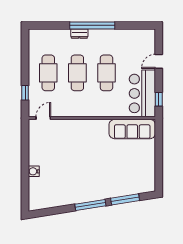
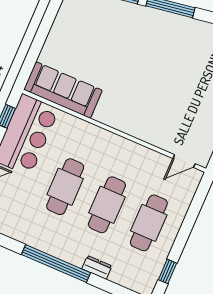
dresser: (79, 34) -> (97, 267), moved
window: (25, 93) -> (167, 271), moved

